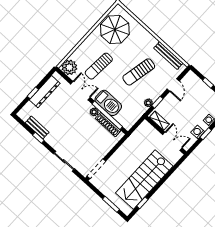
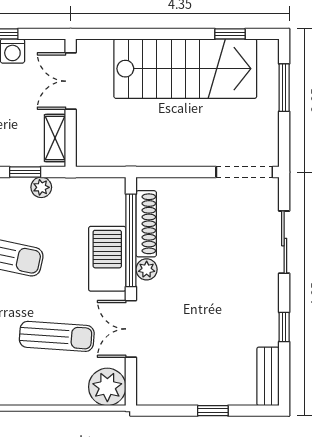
dresser: (45, 92) -> (191, 391), removed
bench: (37, 127) -> (268, 376), moved

